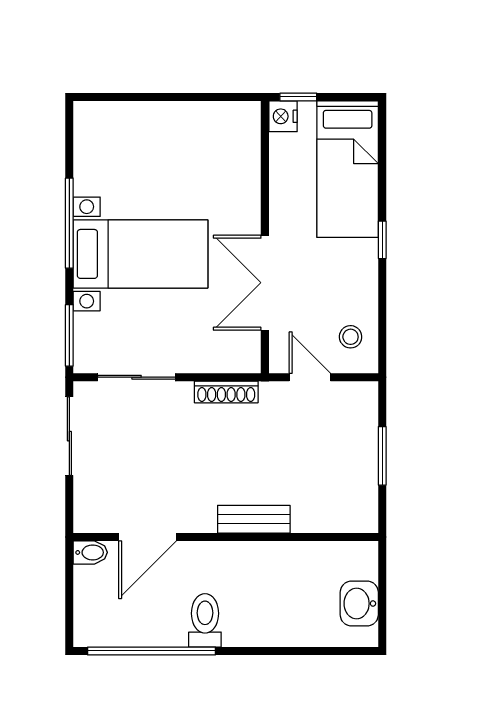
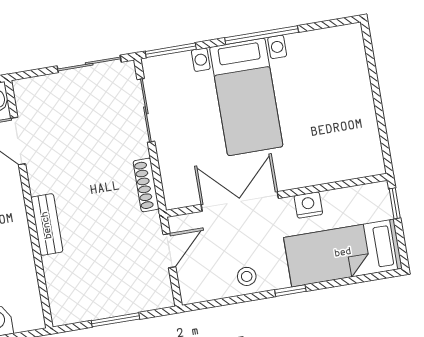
nightstand: (283, 116) -> (308, 205), moved
stool: (351, 337) -> (247, 276), moved

